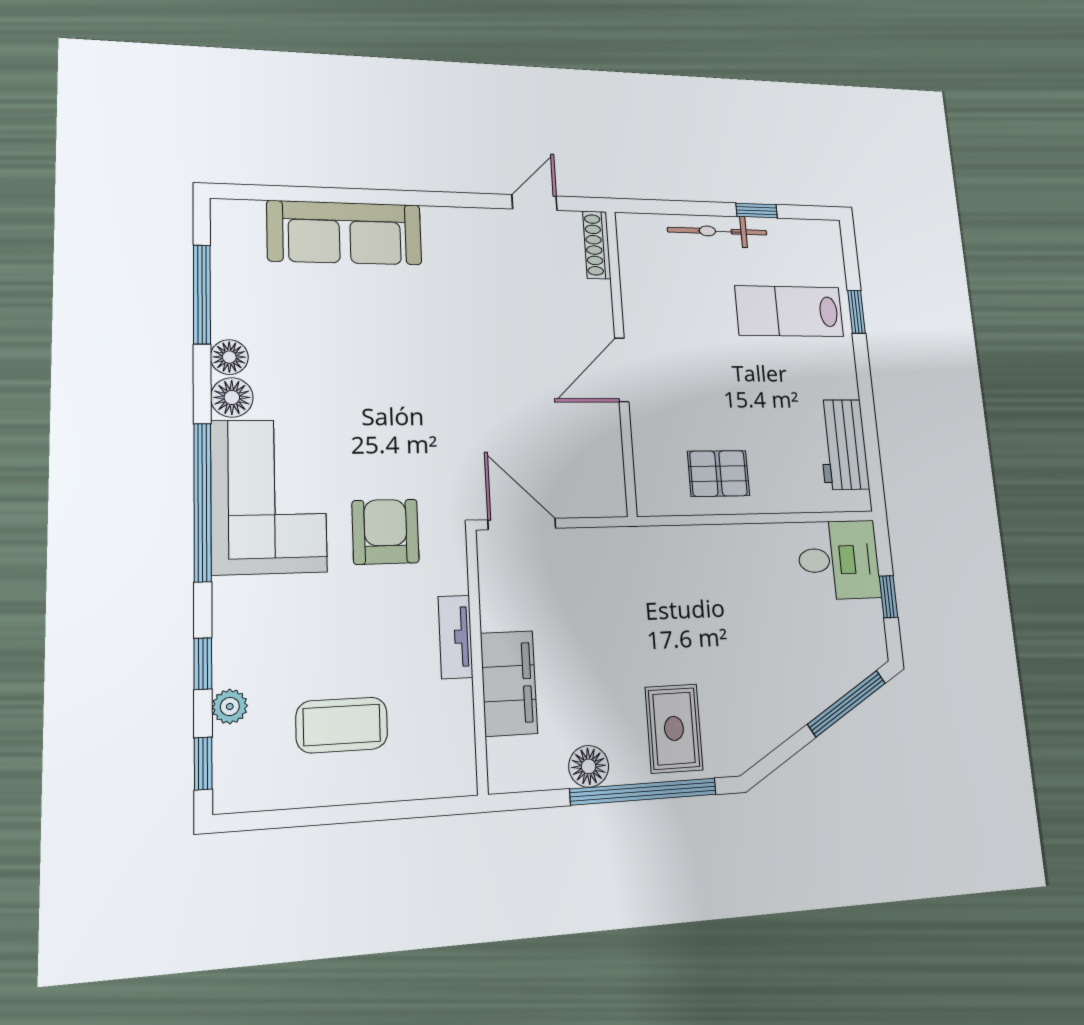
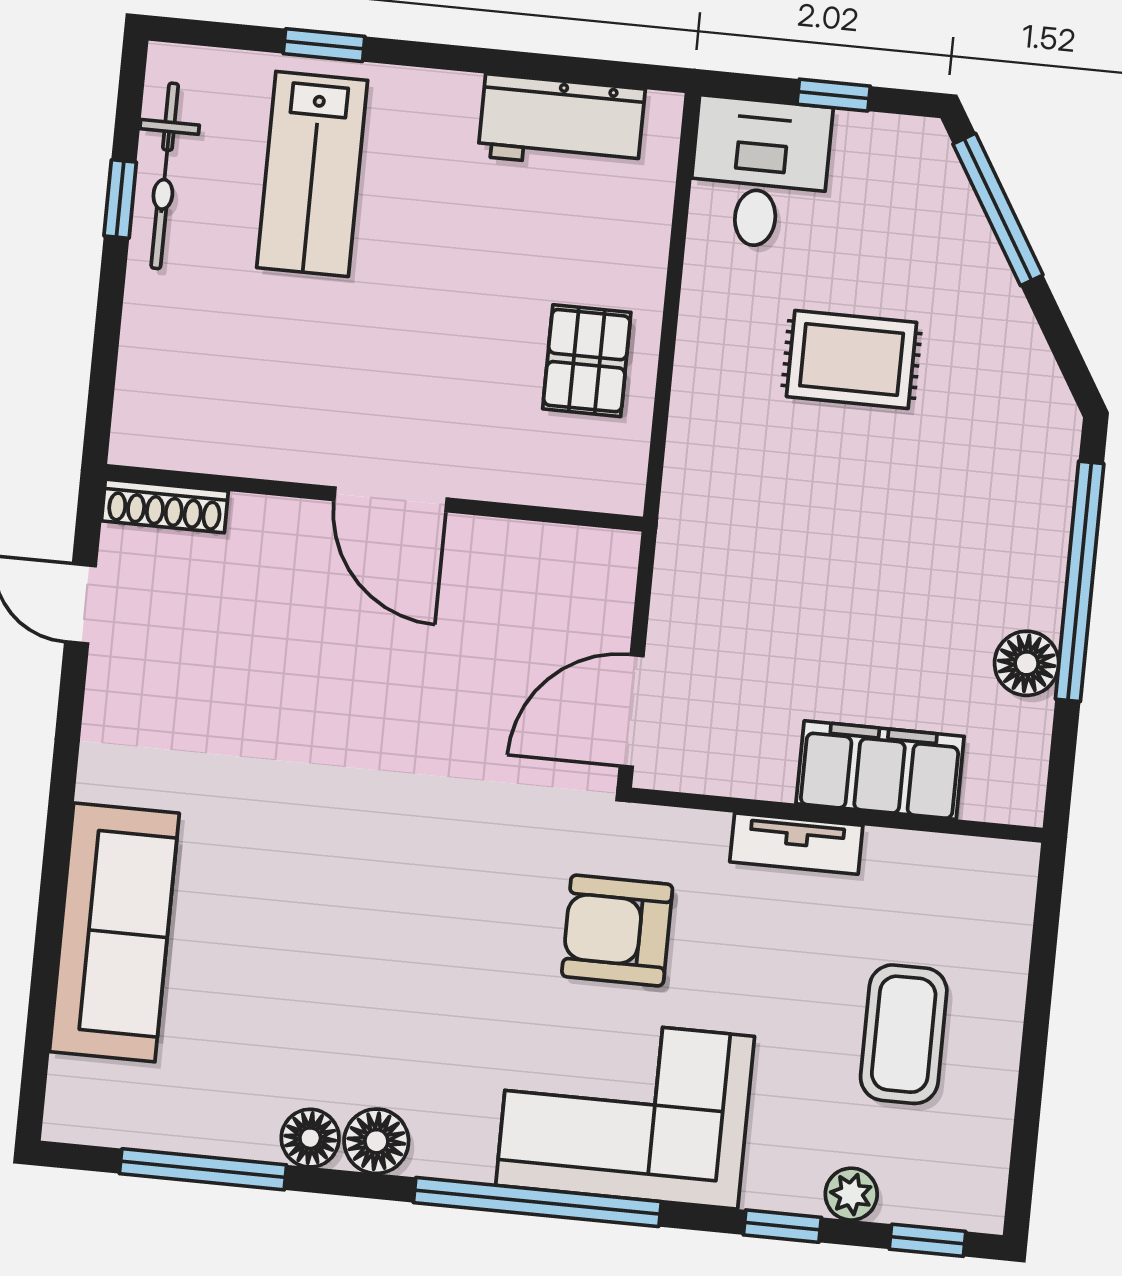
bicycle: (717, 231) -> (165, 176), moved
corner sofa: (269, 496) -> (625, 1111), moved
rug: (674, 728) -> (852, 360), moved

